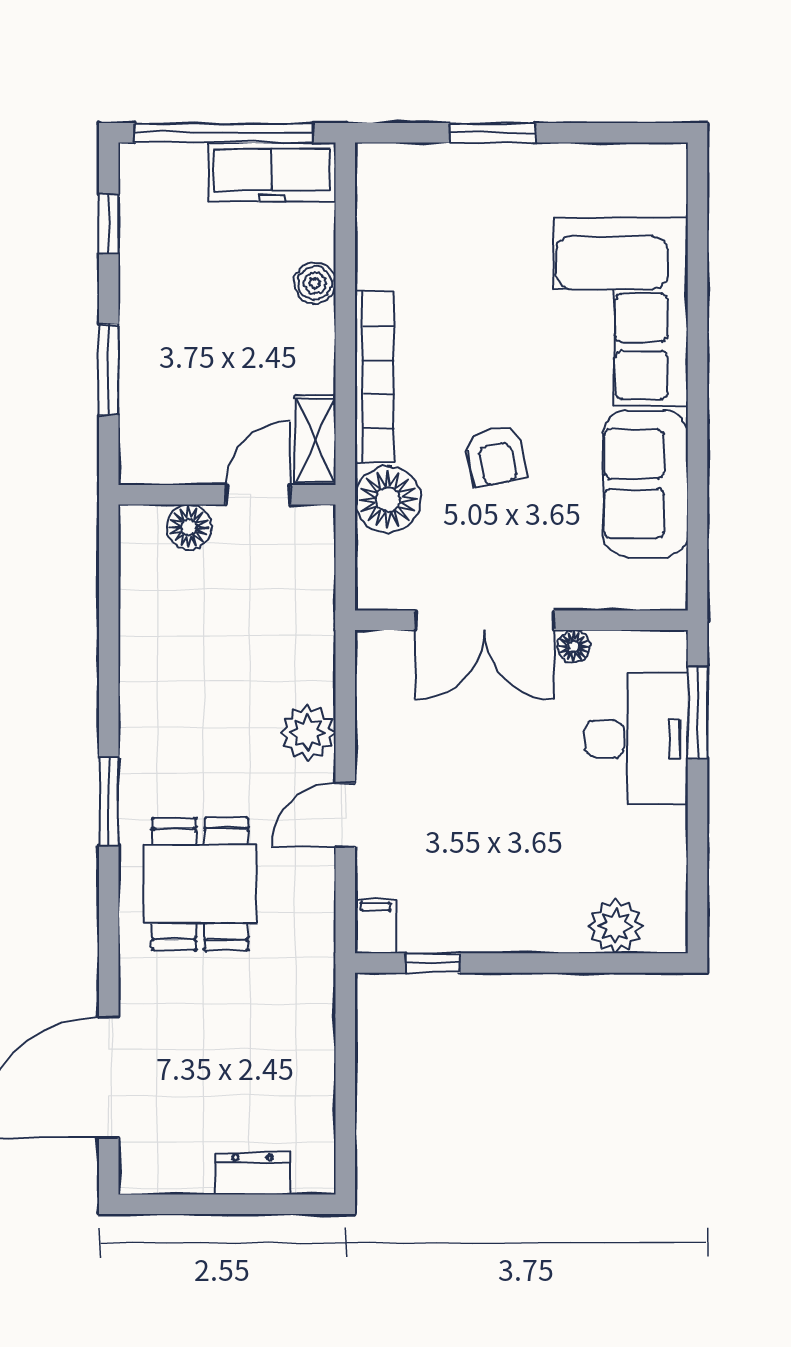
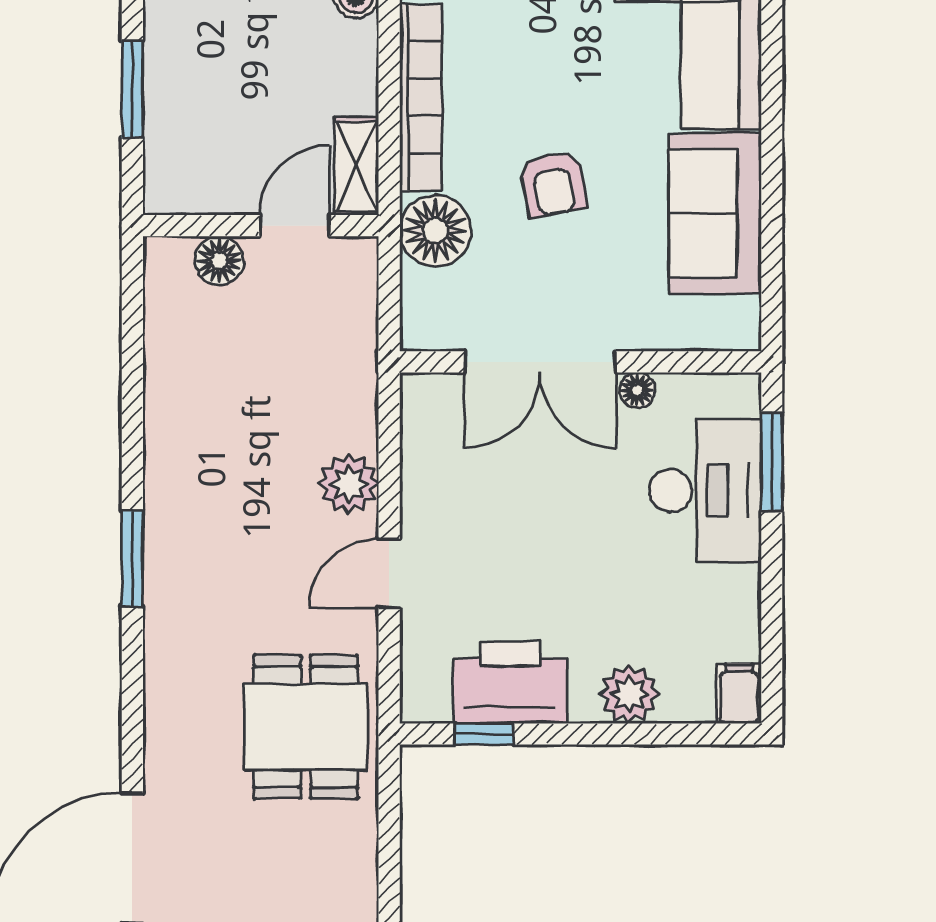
dining table: (200, 884) -> (306, 727), moved
printer: (457, 916) -> (510, 683), added
filing cabinet: (375, 926) -> (739, 694), moved
plant: (616, 926) -> (629, 694), moved

